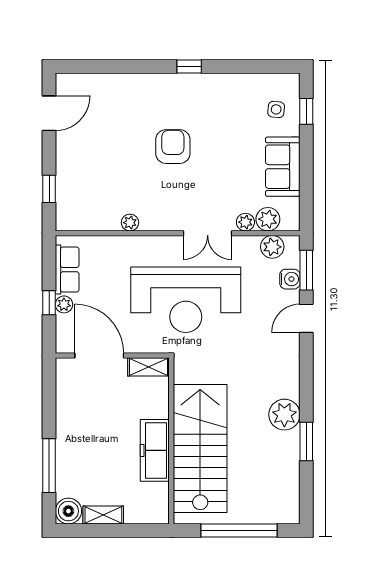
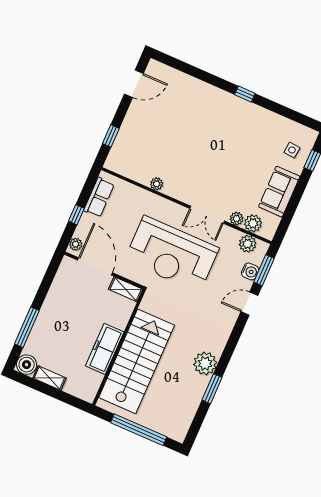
armchair: (173, 147) -> (209, 144), removed
plant: (64, 304) -> (76, 244), moved

